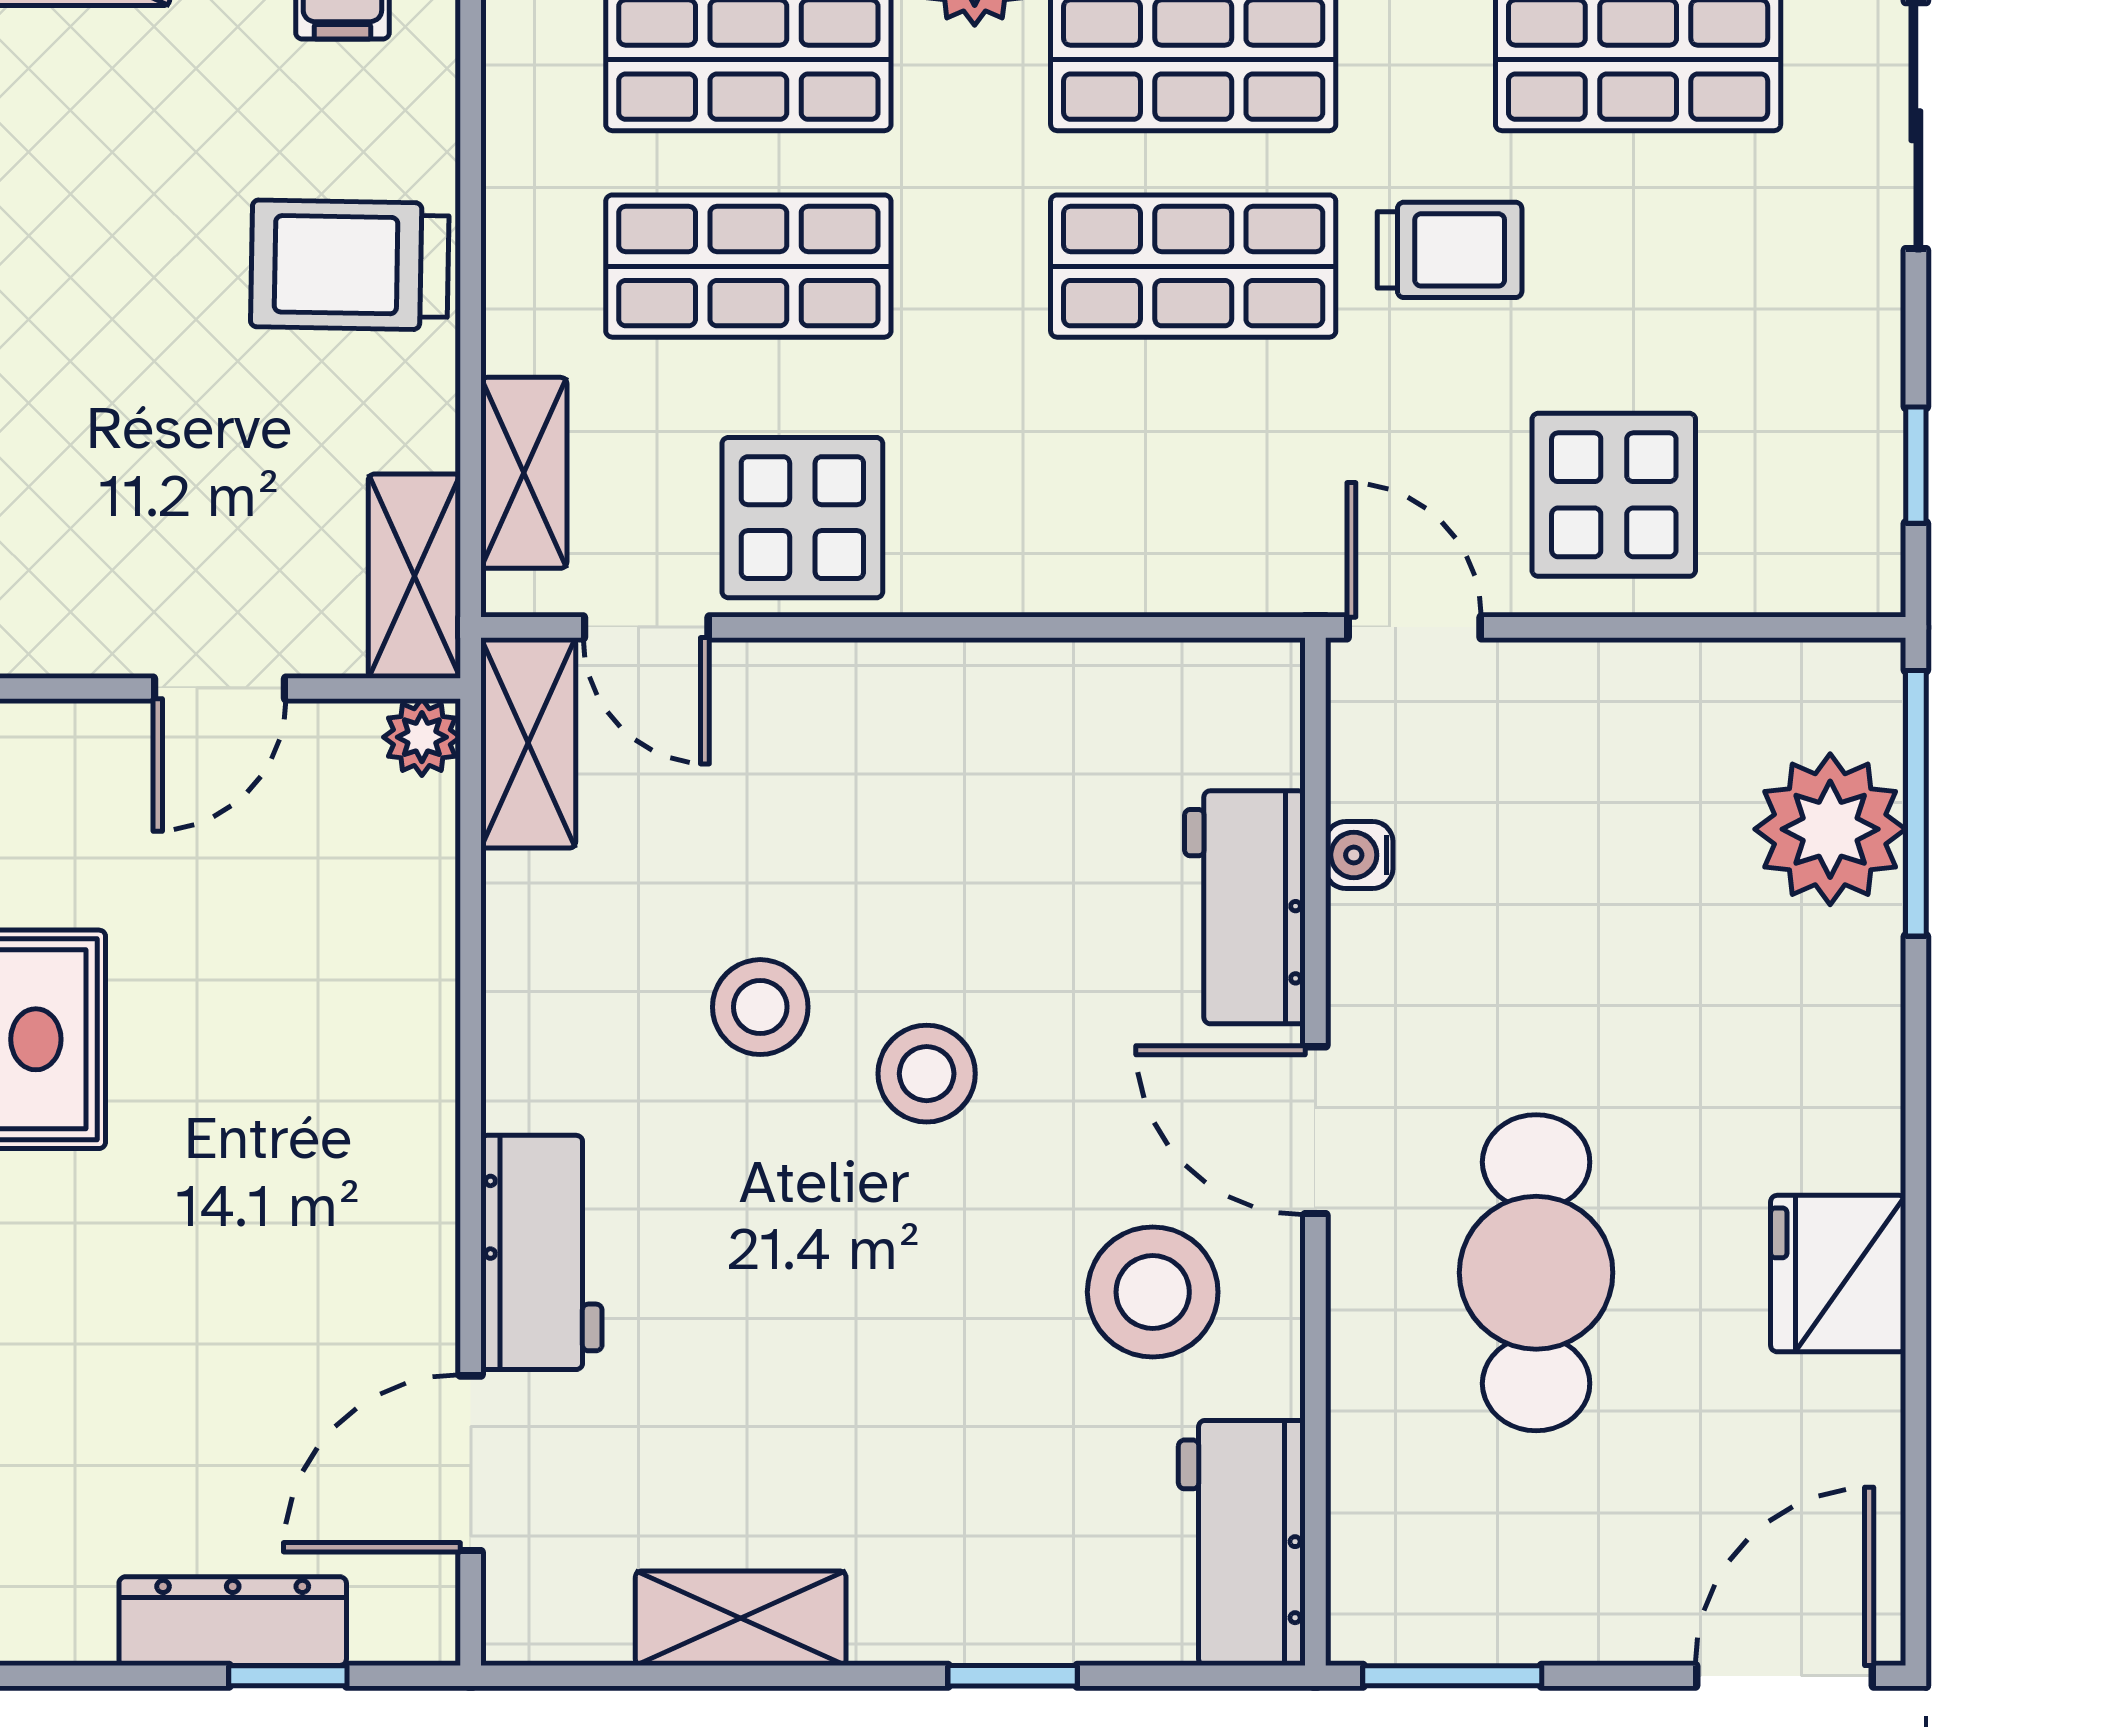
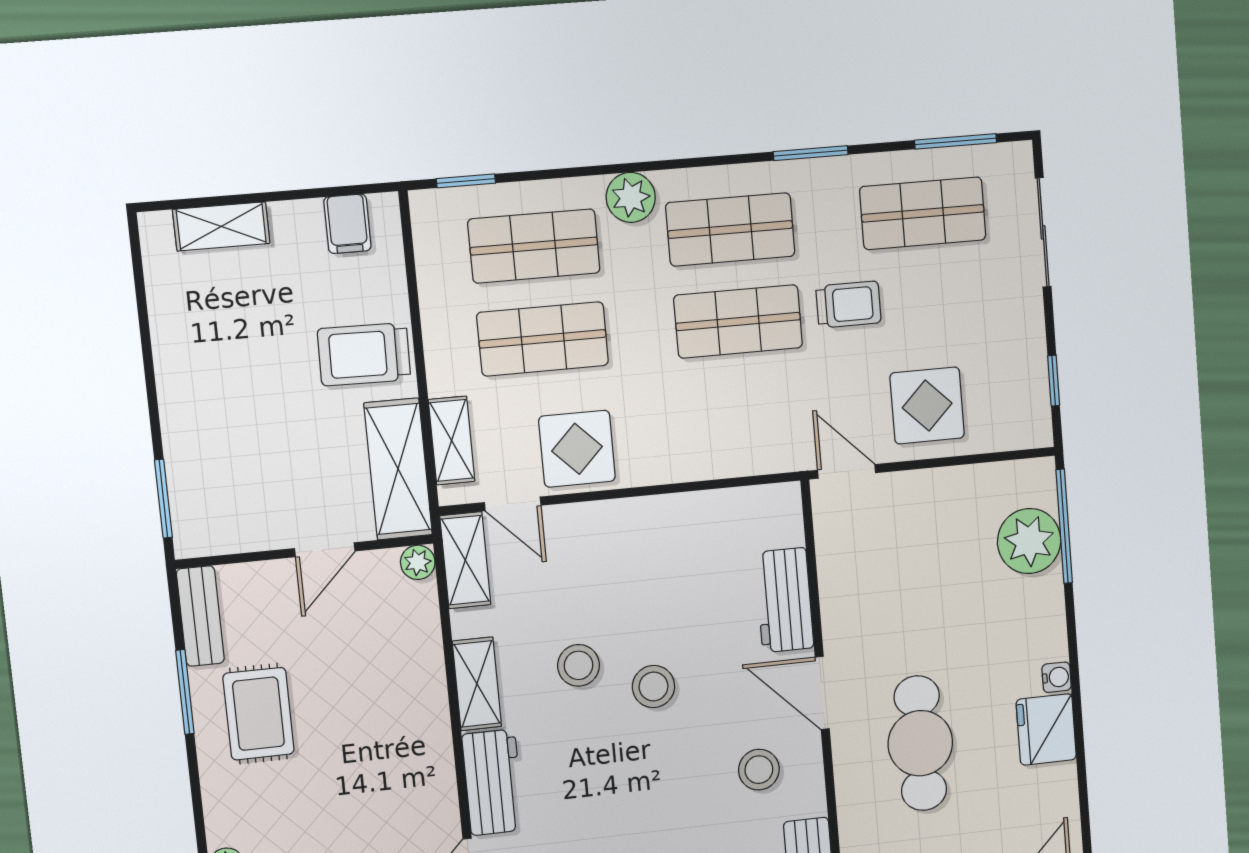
shelving: (414, 576) -> (398, 469), width x1.50, depth x1.33
water cooler: (1359, 855) -> (1057, 677), moved, turned 180
shelving: (527, 1024) -> (477, 684), added
stool: (1153, 1292) -> (759, 770), width x0.73, depth x0.73

